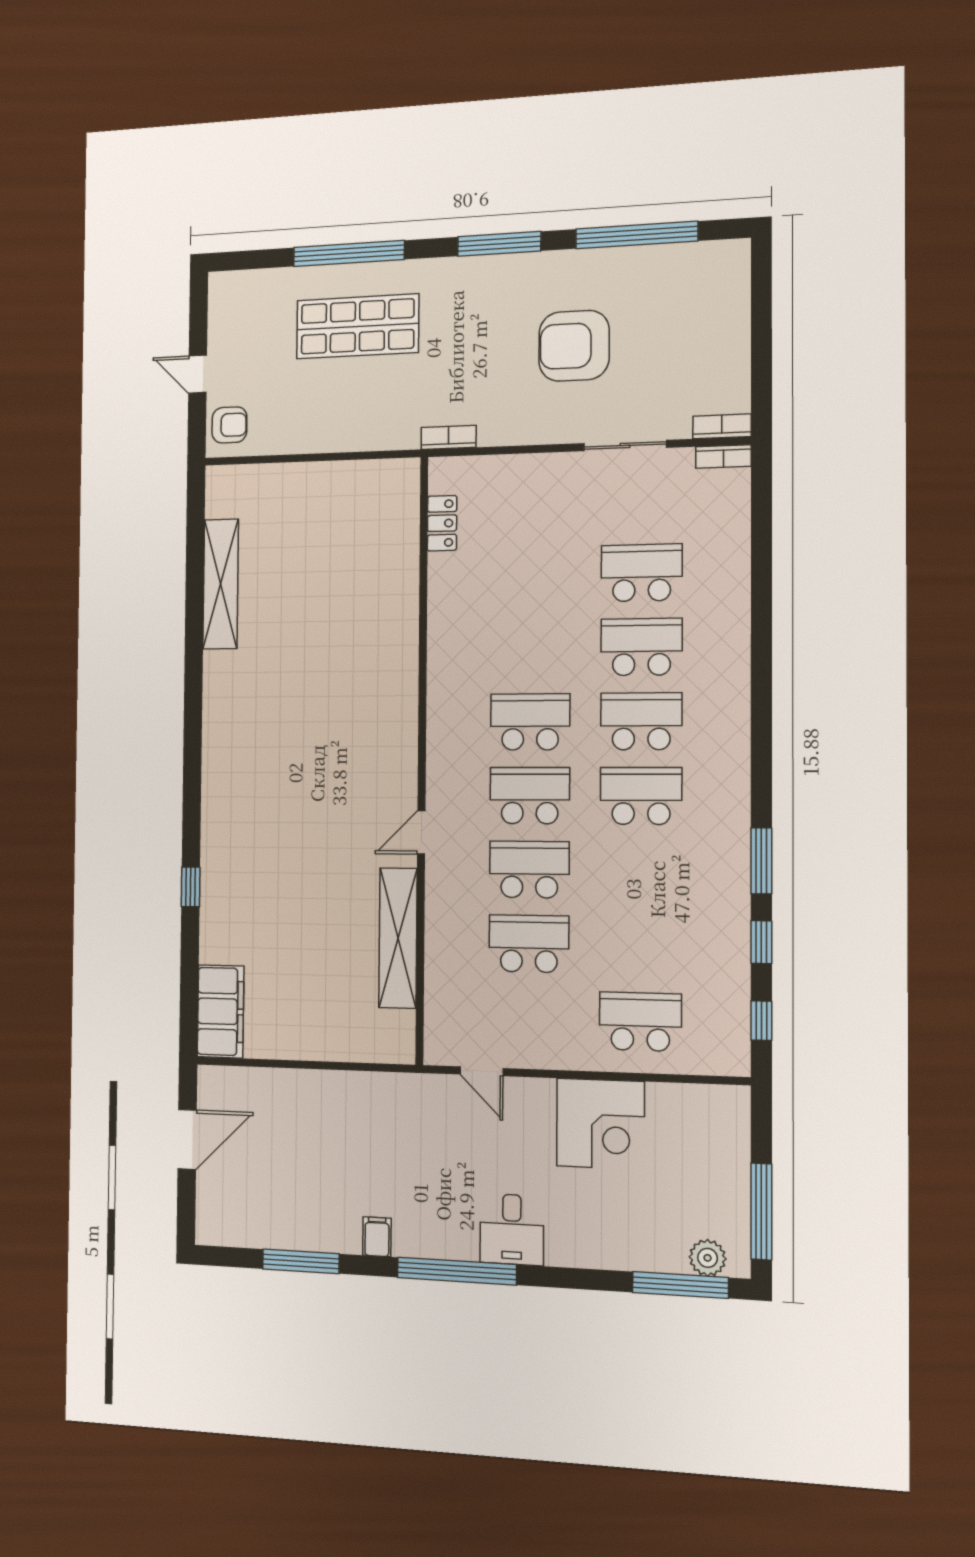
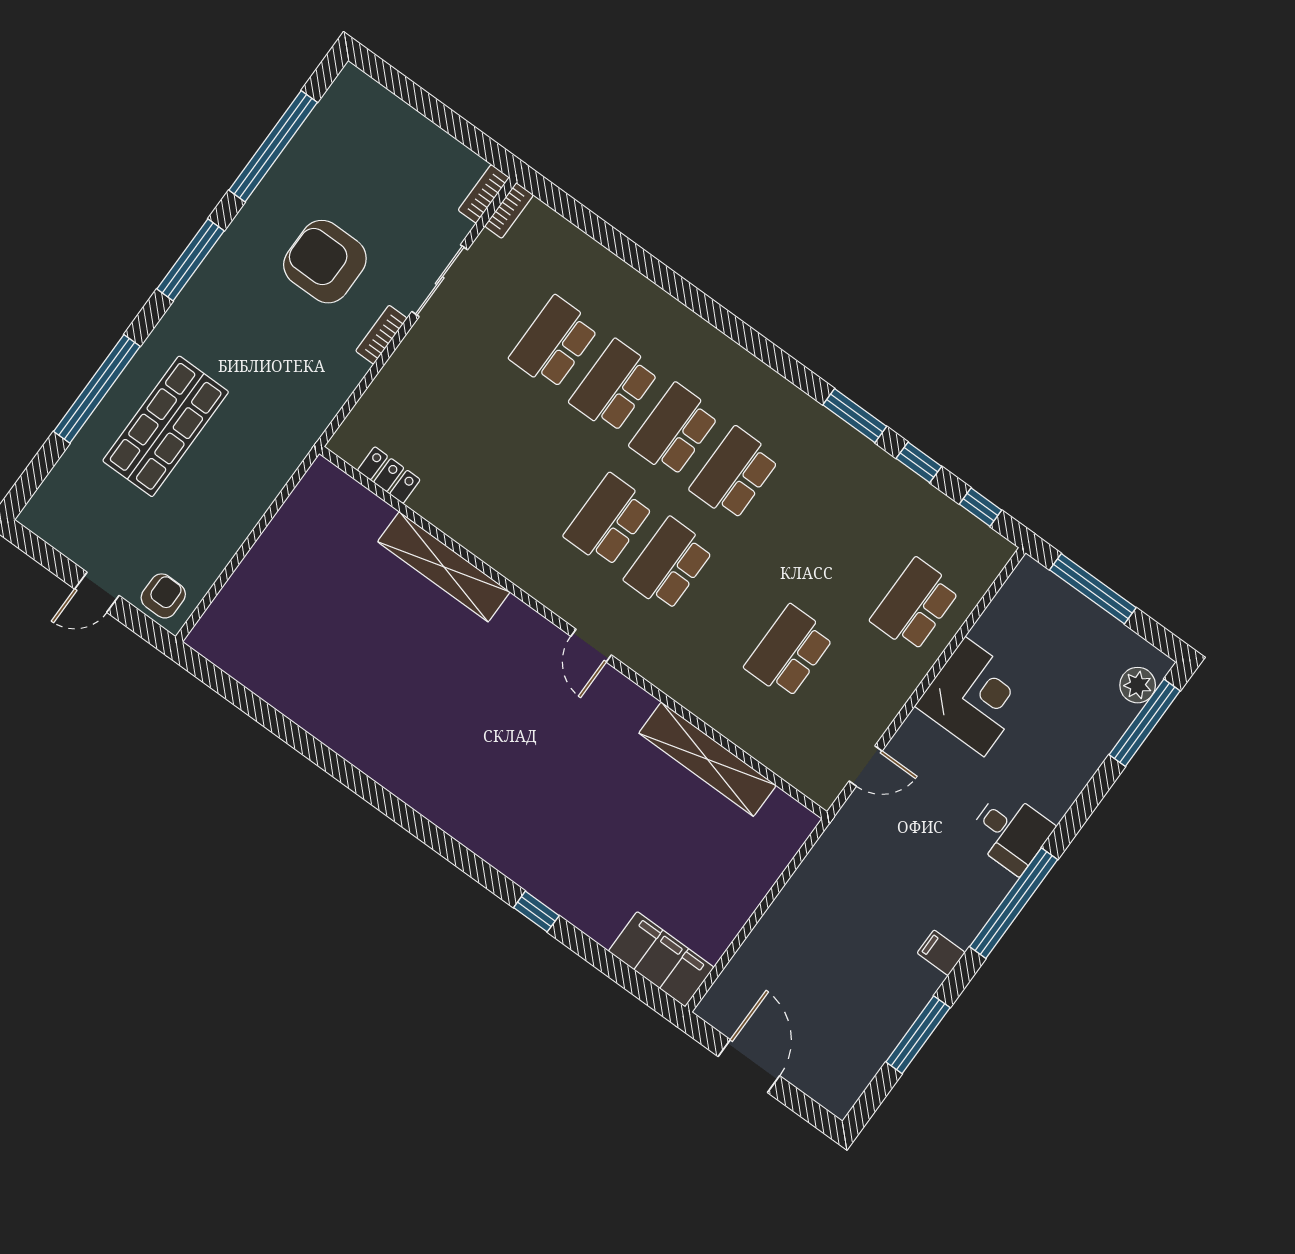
armchair: (574, 346) -> (325, 262), turned 90
bookcase: (449, 437) -> (381, 335), moved
shelving: (221, 584) -> (444, 567), moved
door: (421, 832) -> (591, 646), moved
school desk: (529, 869) -> (729, 608), removed
window: (761, 1211) -> (1093, 589), moved

